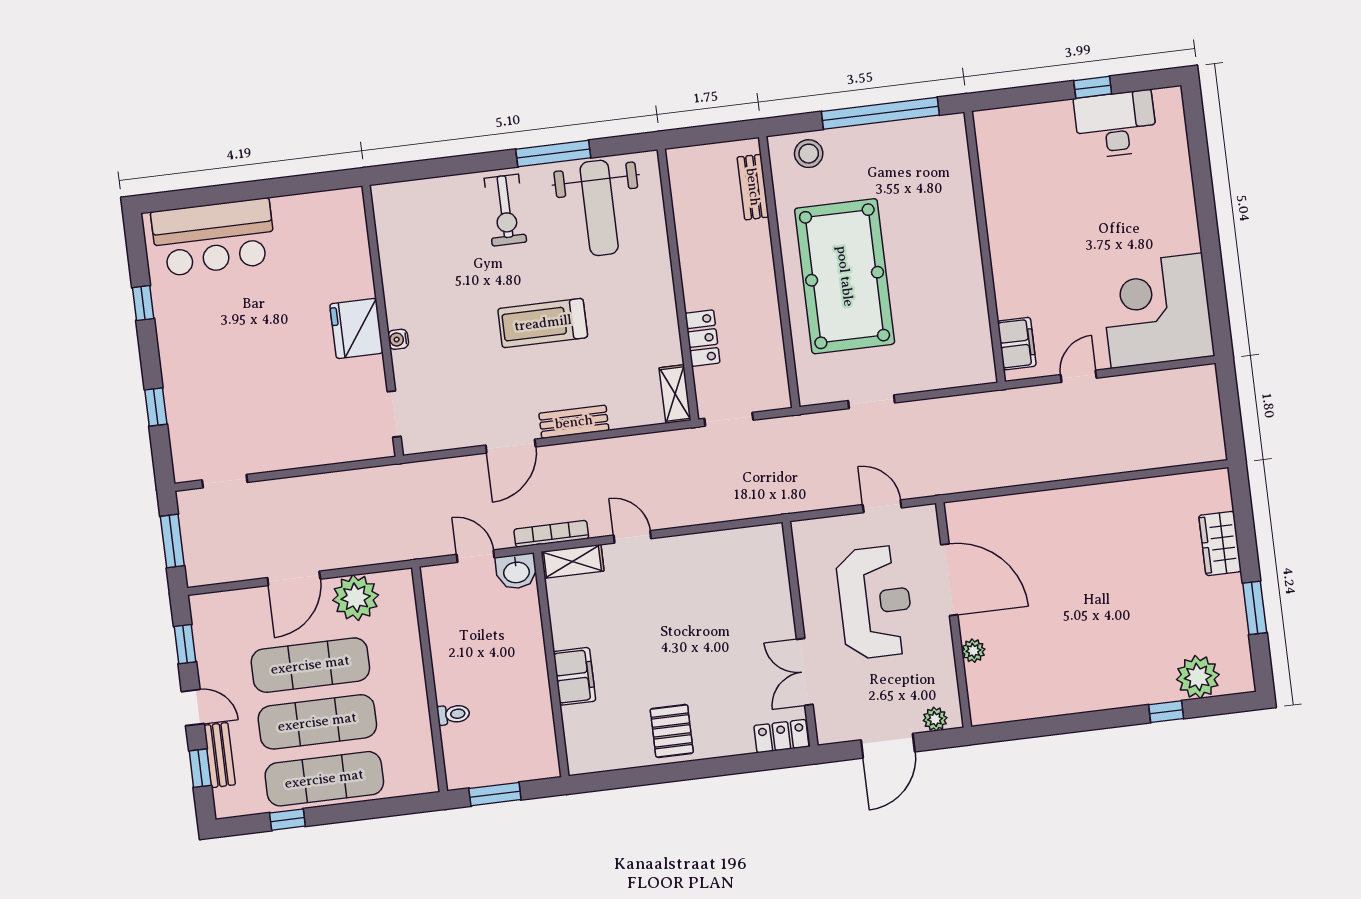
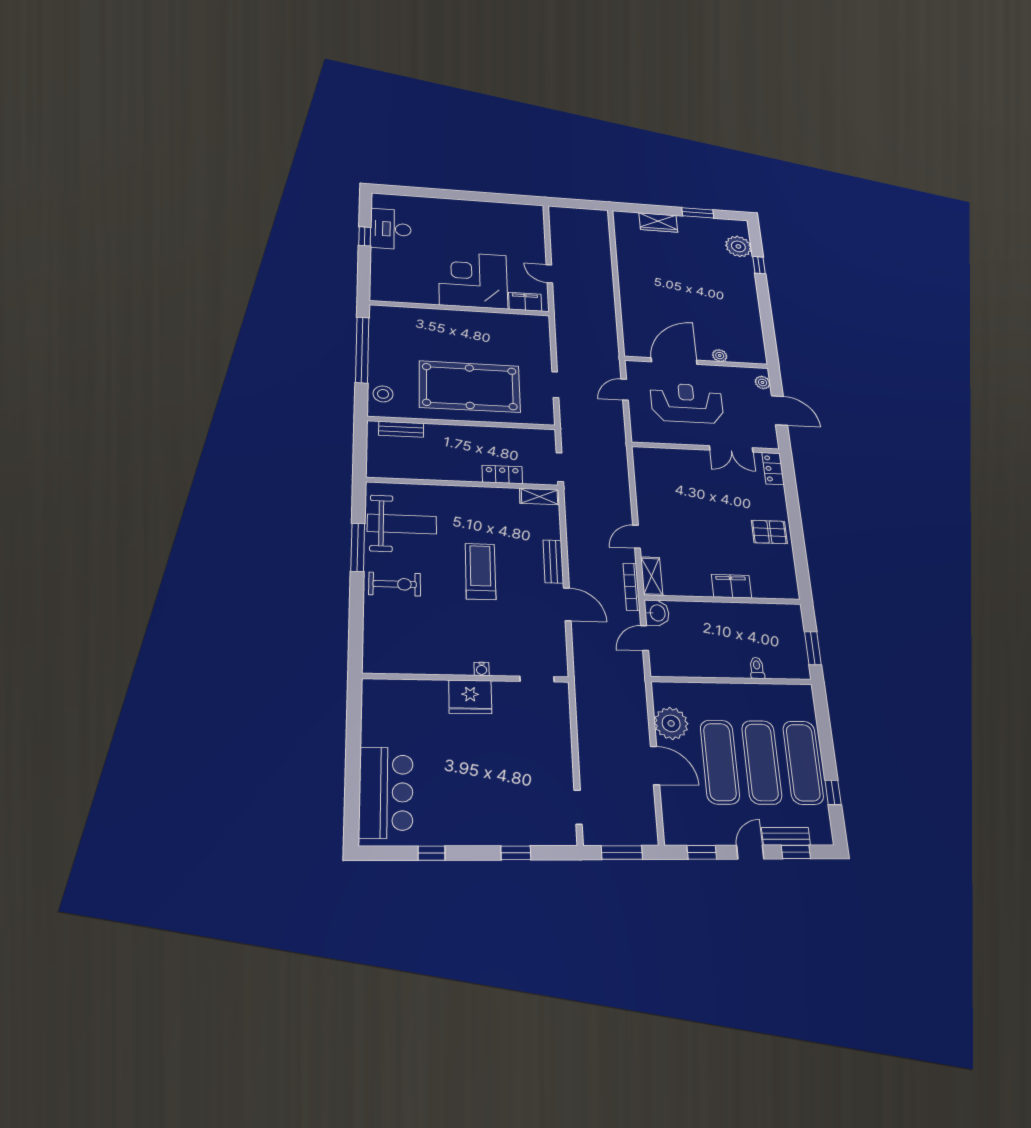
corner desk: (1157, 311) -> (473, 280), moved, turned 90
treadmill: (543, 323) -> (480, 571), turned 180

